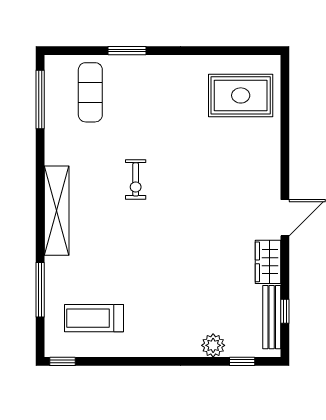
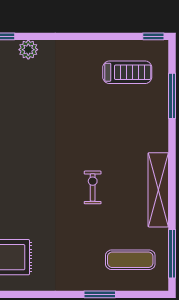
exercise mat: (90, 92) -> (130, 260), turned 90
shelving: (57, 211) -> (158, 190), moved

